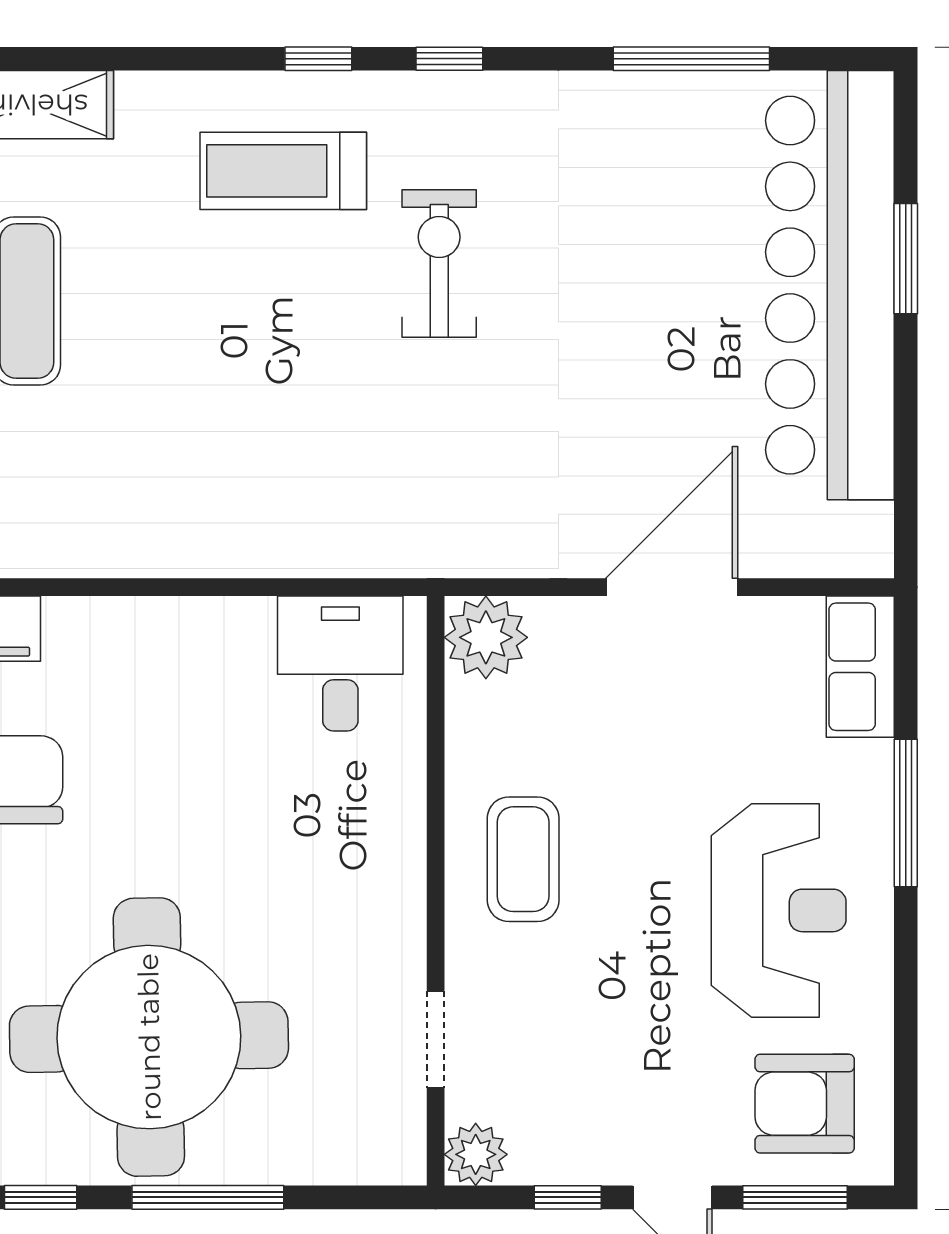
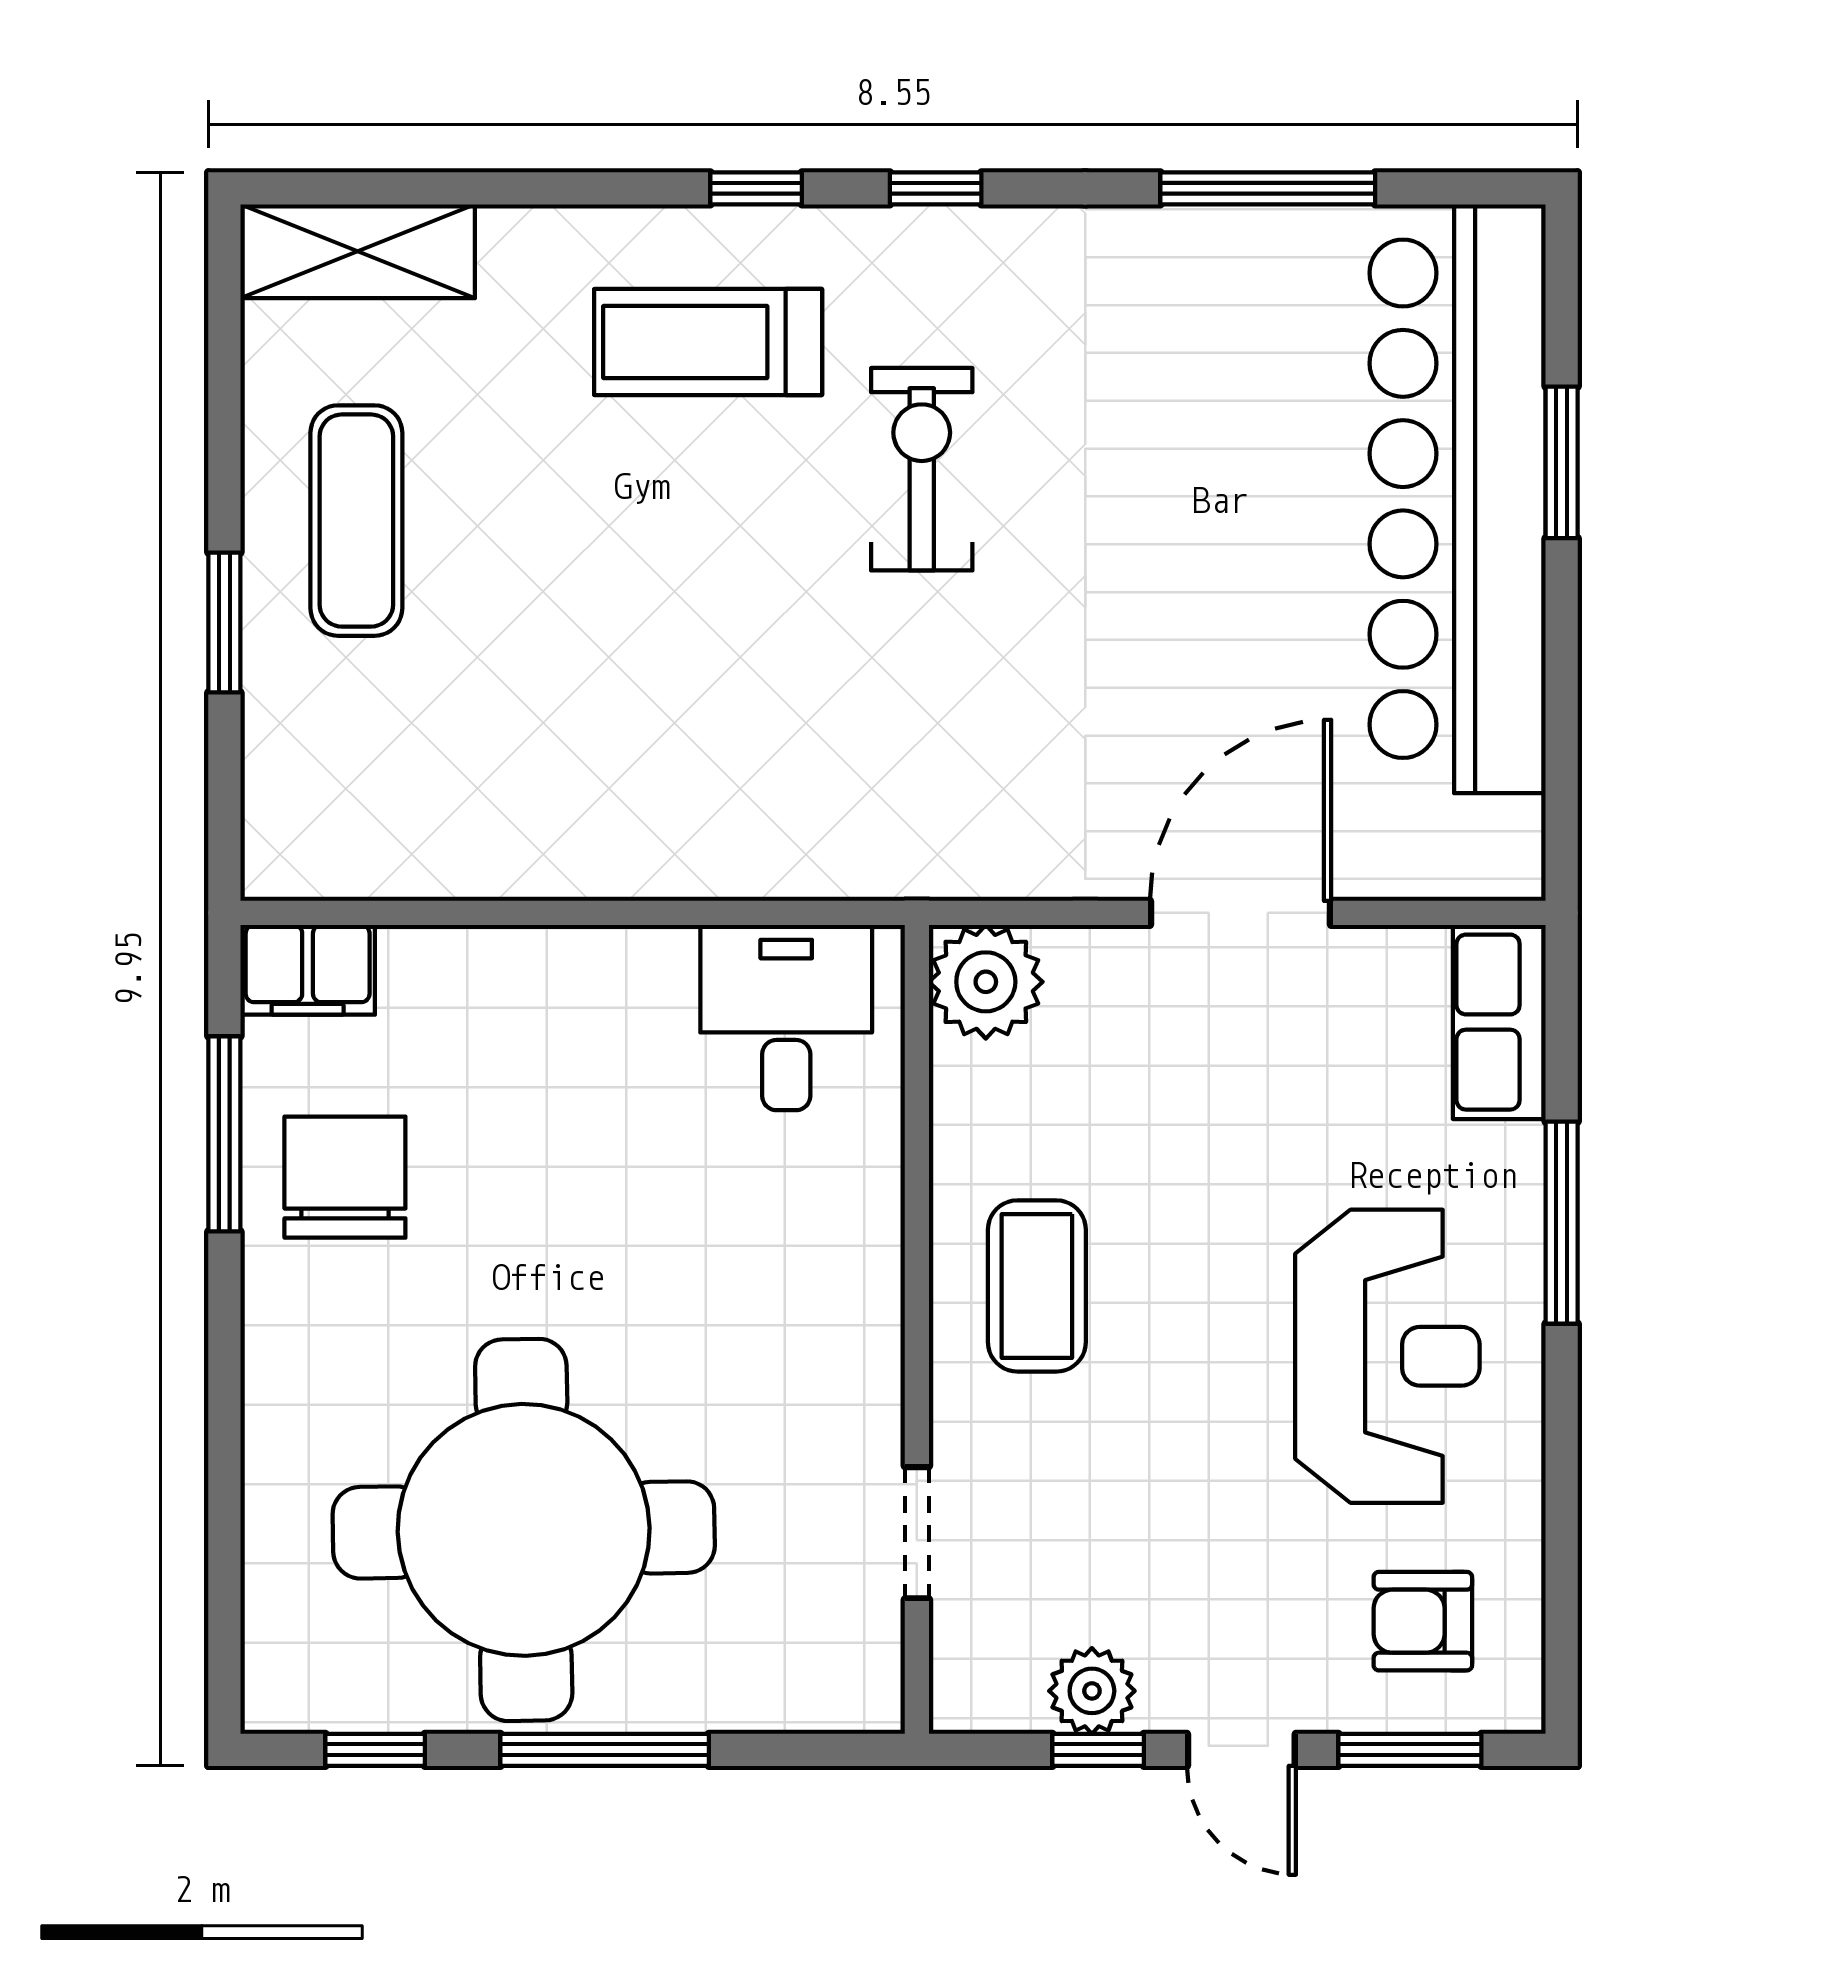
armchair: (805, 1104) -> (1423, 1621), width x0.72, depth x0.72
plant: (476, 1154) -> (1092, 1691), moved

